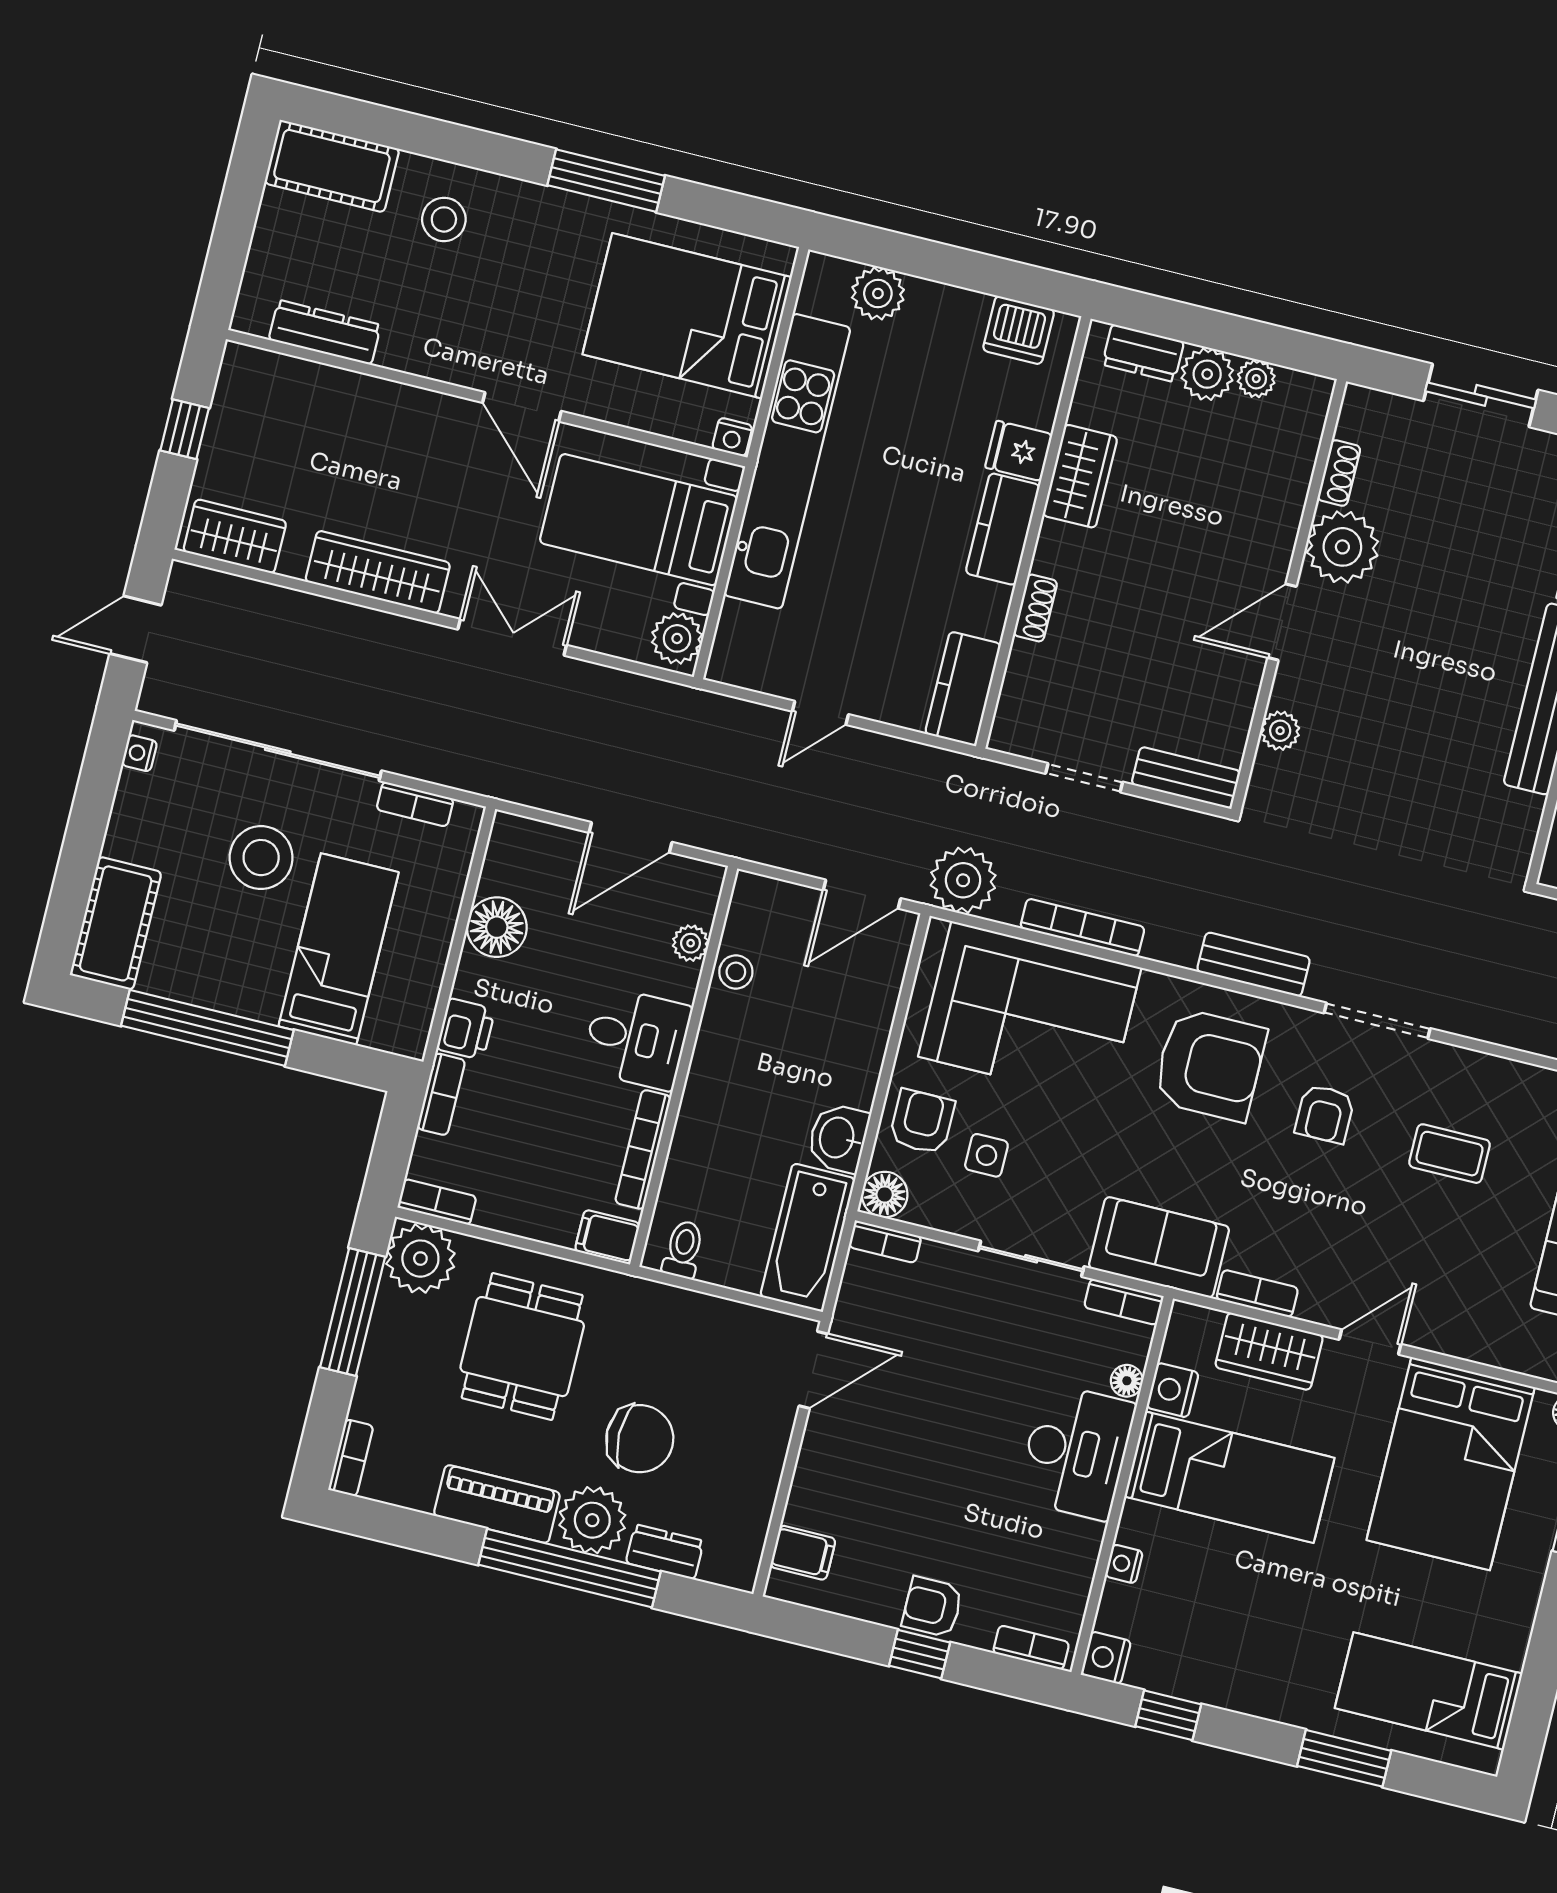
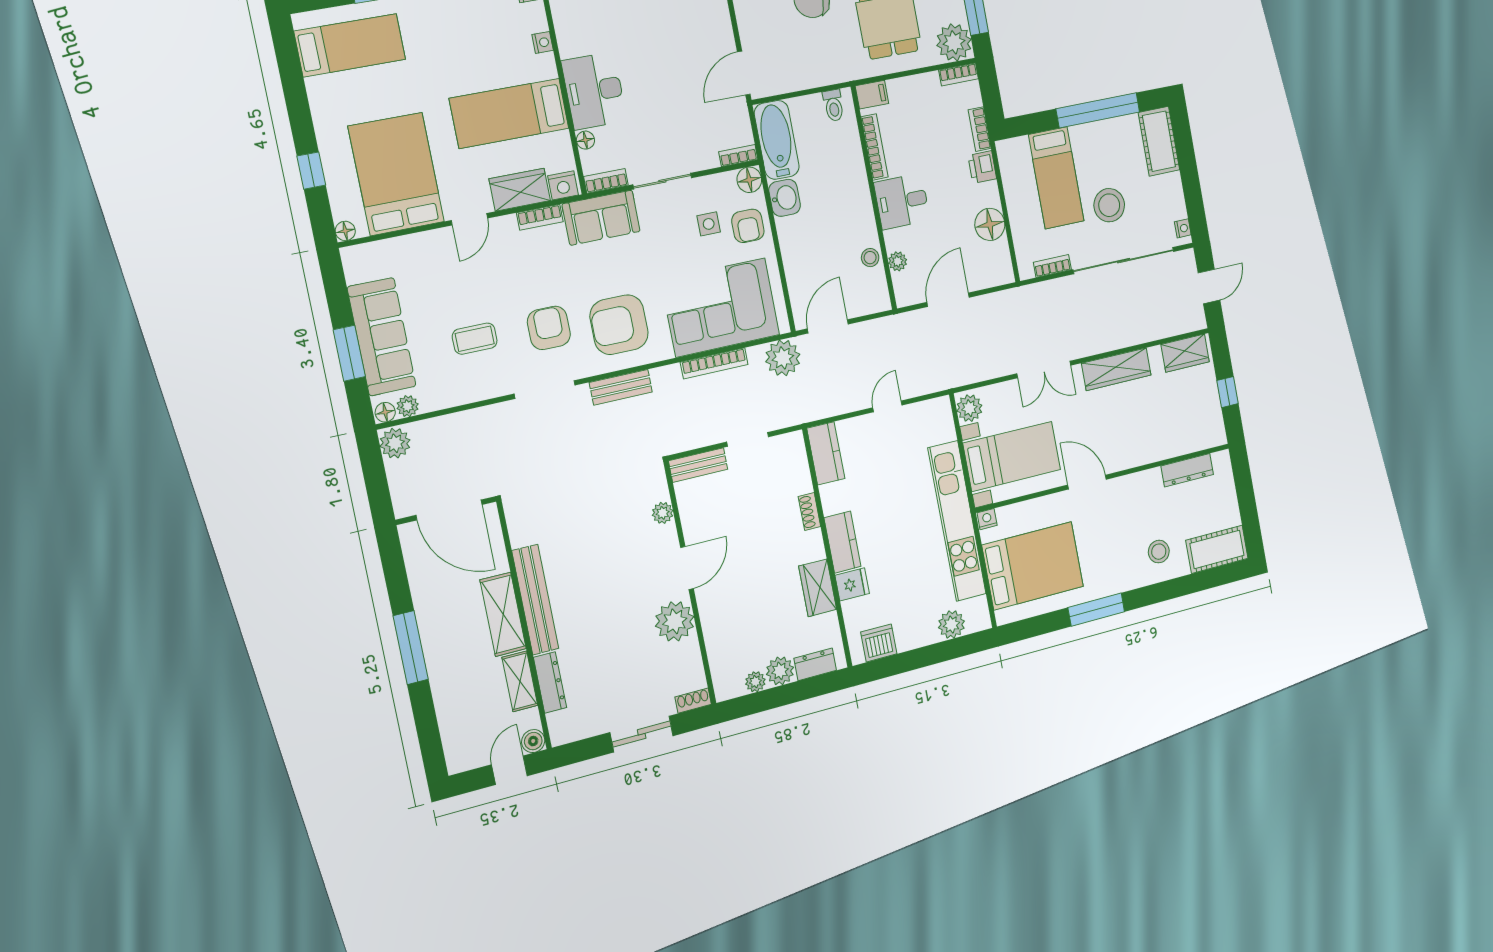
shoe rack: (1339, 473) -> (693, 701), moved, turned 90
armchair: (1325, 1114) -> (549, 328), width x1.38, depth x1.38
nightstand: (1173, 1390) -> (563, 185), moved, turned 90

